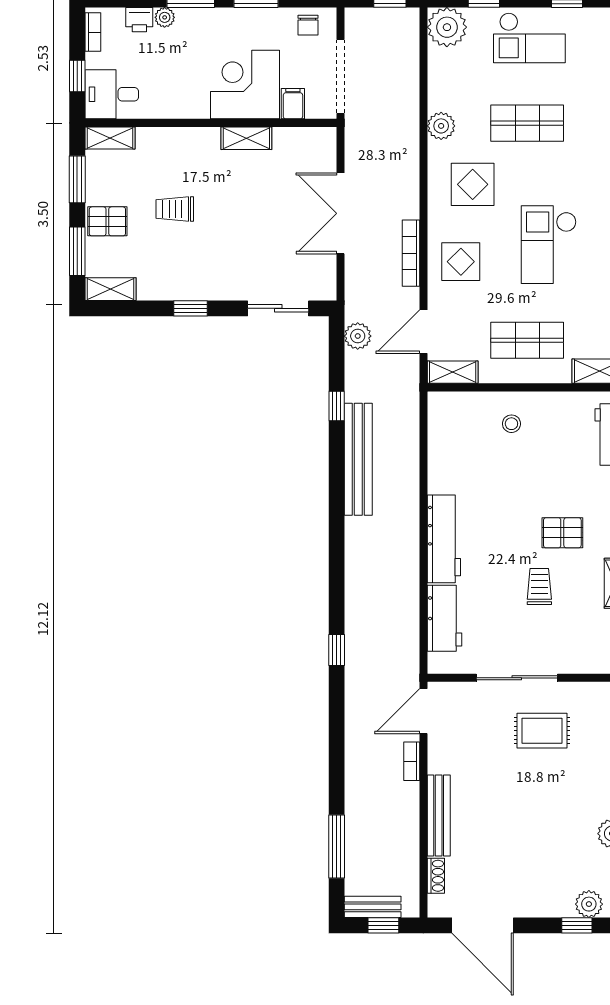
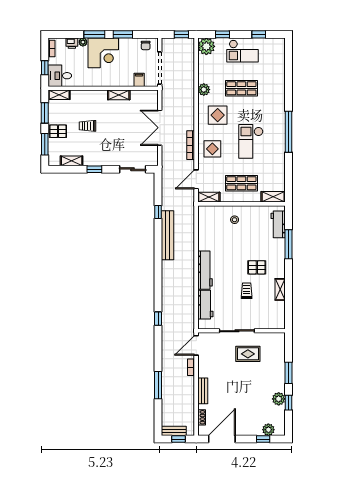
corner desk: (245, 85) -> (103, 53), moved, turned 180
shelving: (110, 289) -> (72, 161), moved
plant: (358, 336) -> (167, 181), removed
bench: (439, 815) -> (203, 391), width x0.73
window: (337, 847) -> (158, 385), moved
door: (483, 925) -> (222, 439), swing flipped

